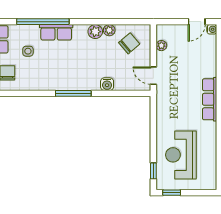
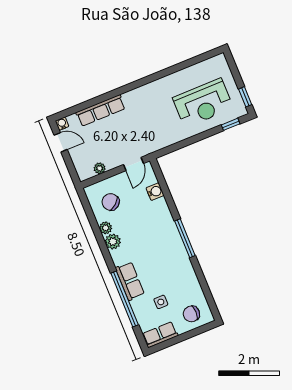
water cooler: (107, 84) -> (155, 192), moved
row of seats: (210, 99) -> (101, 110), moved

